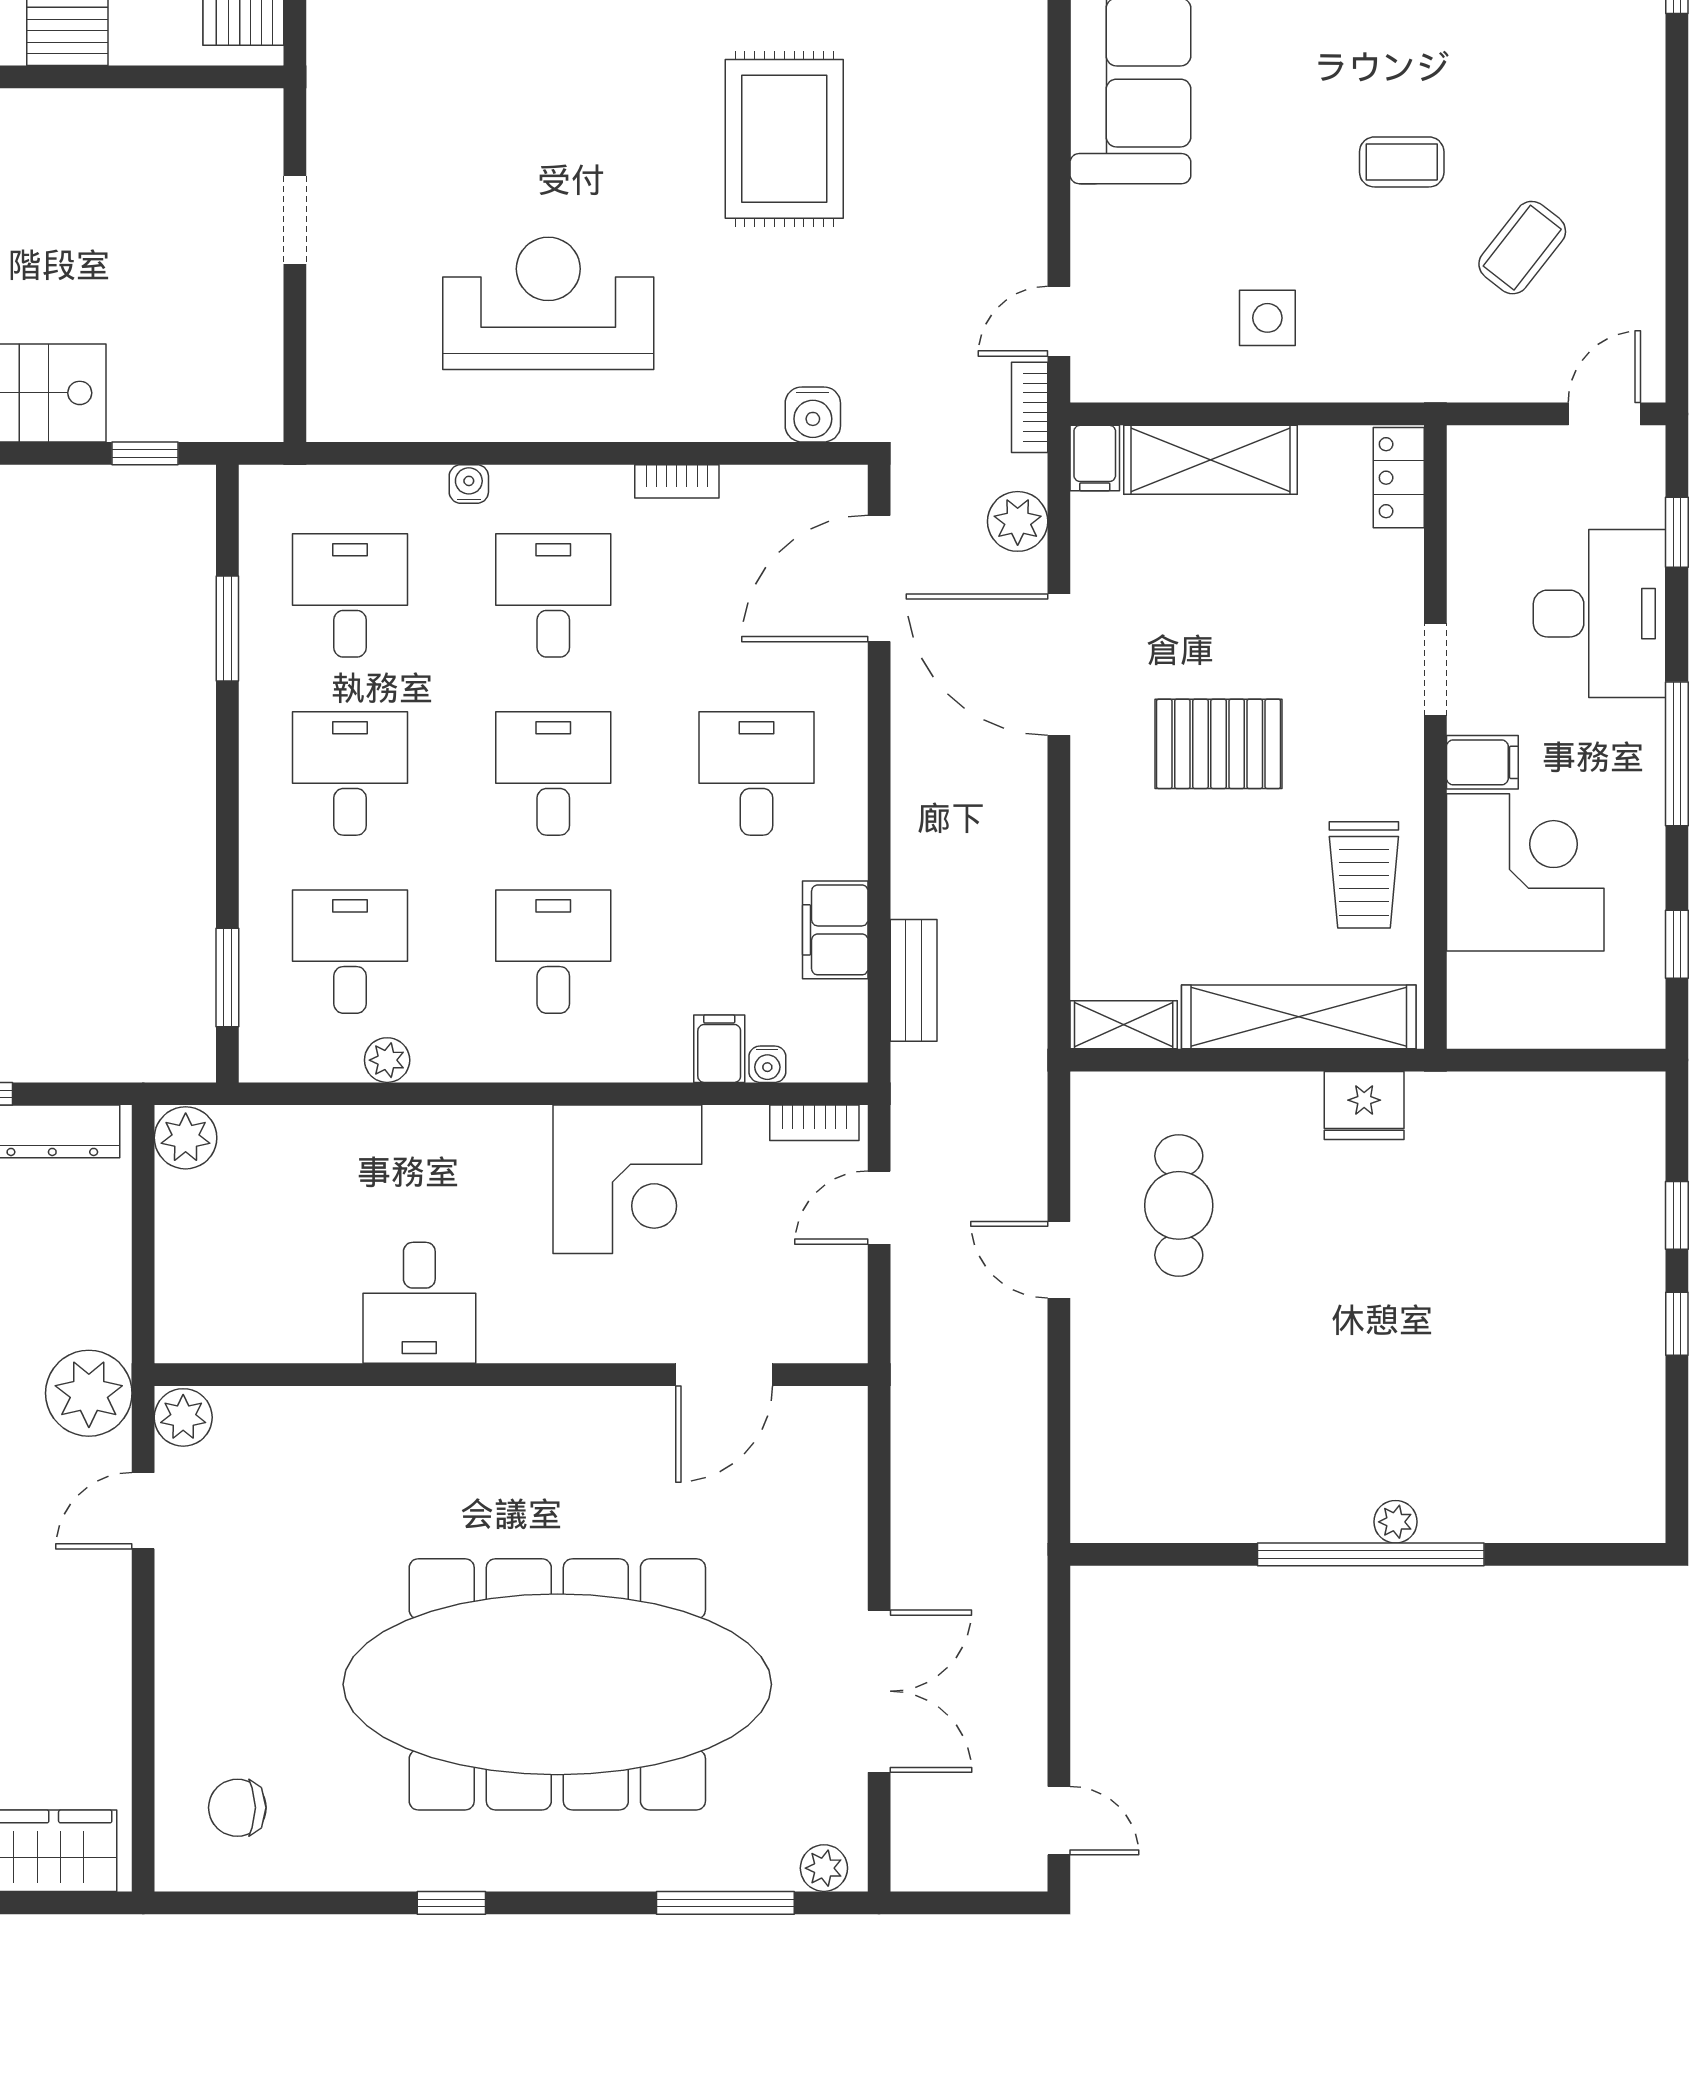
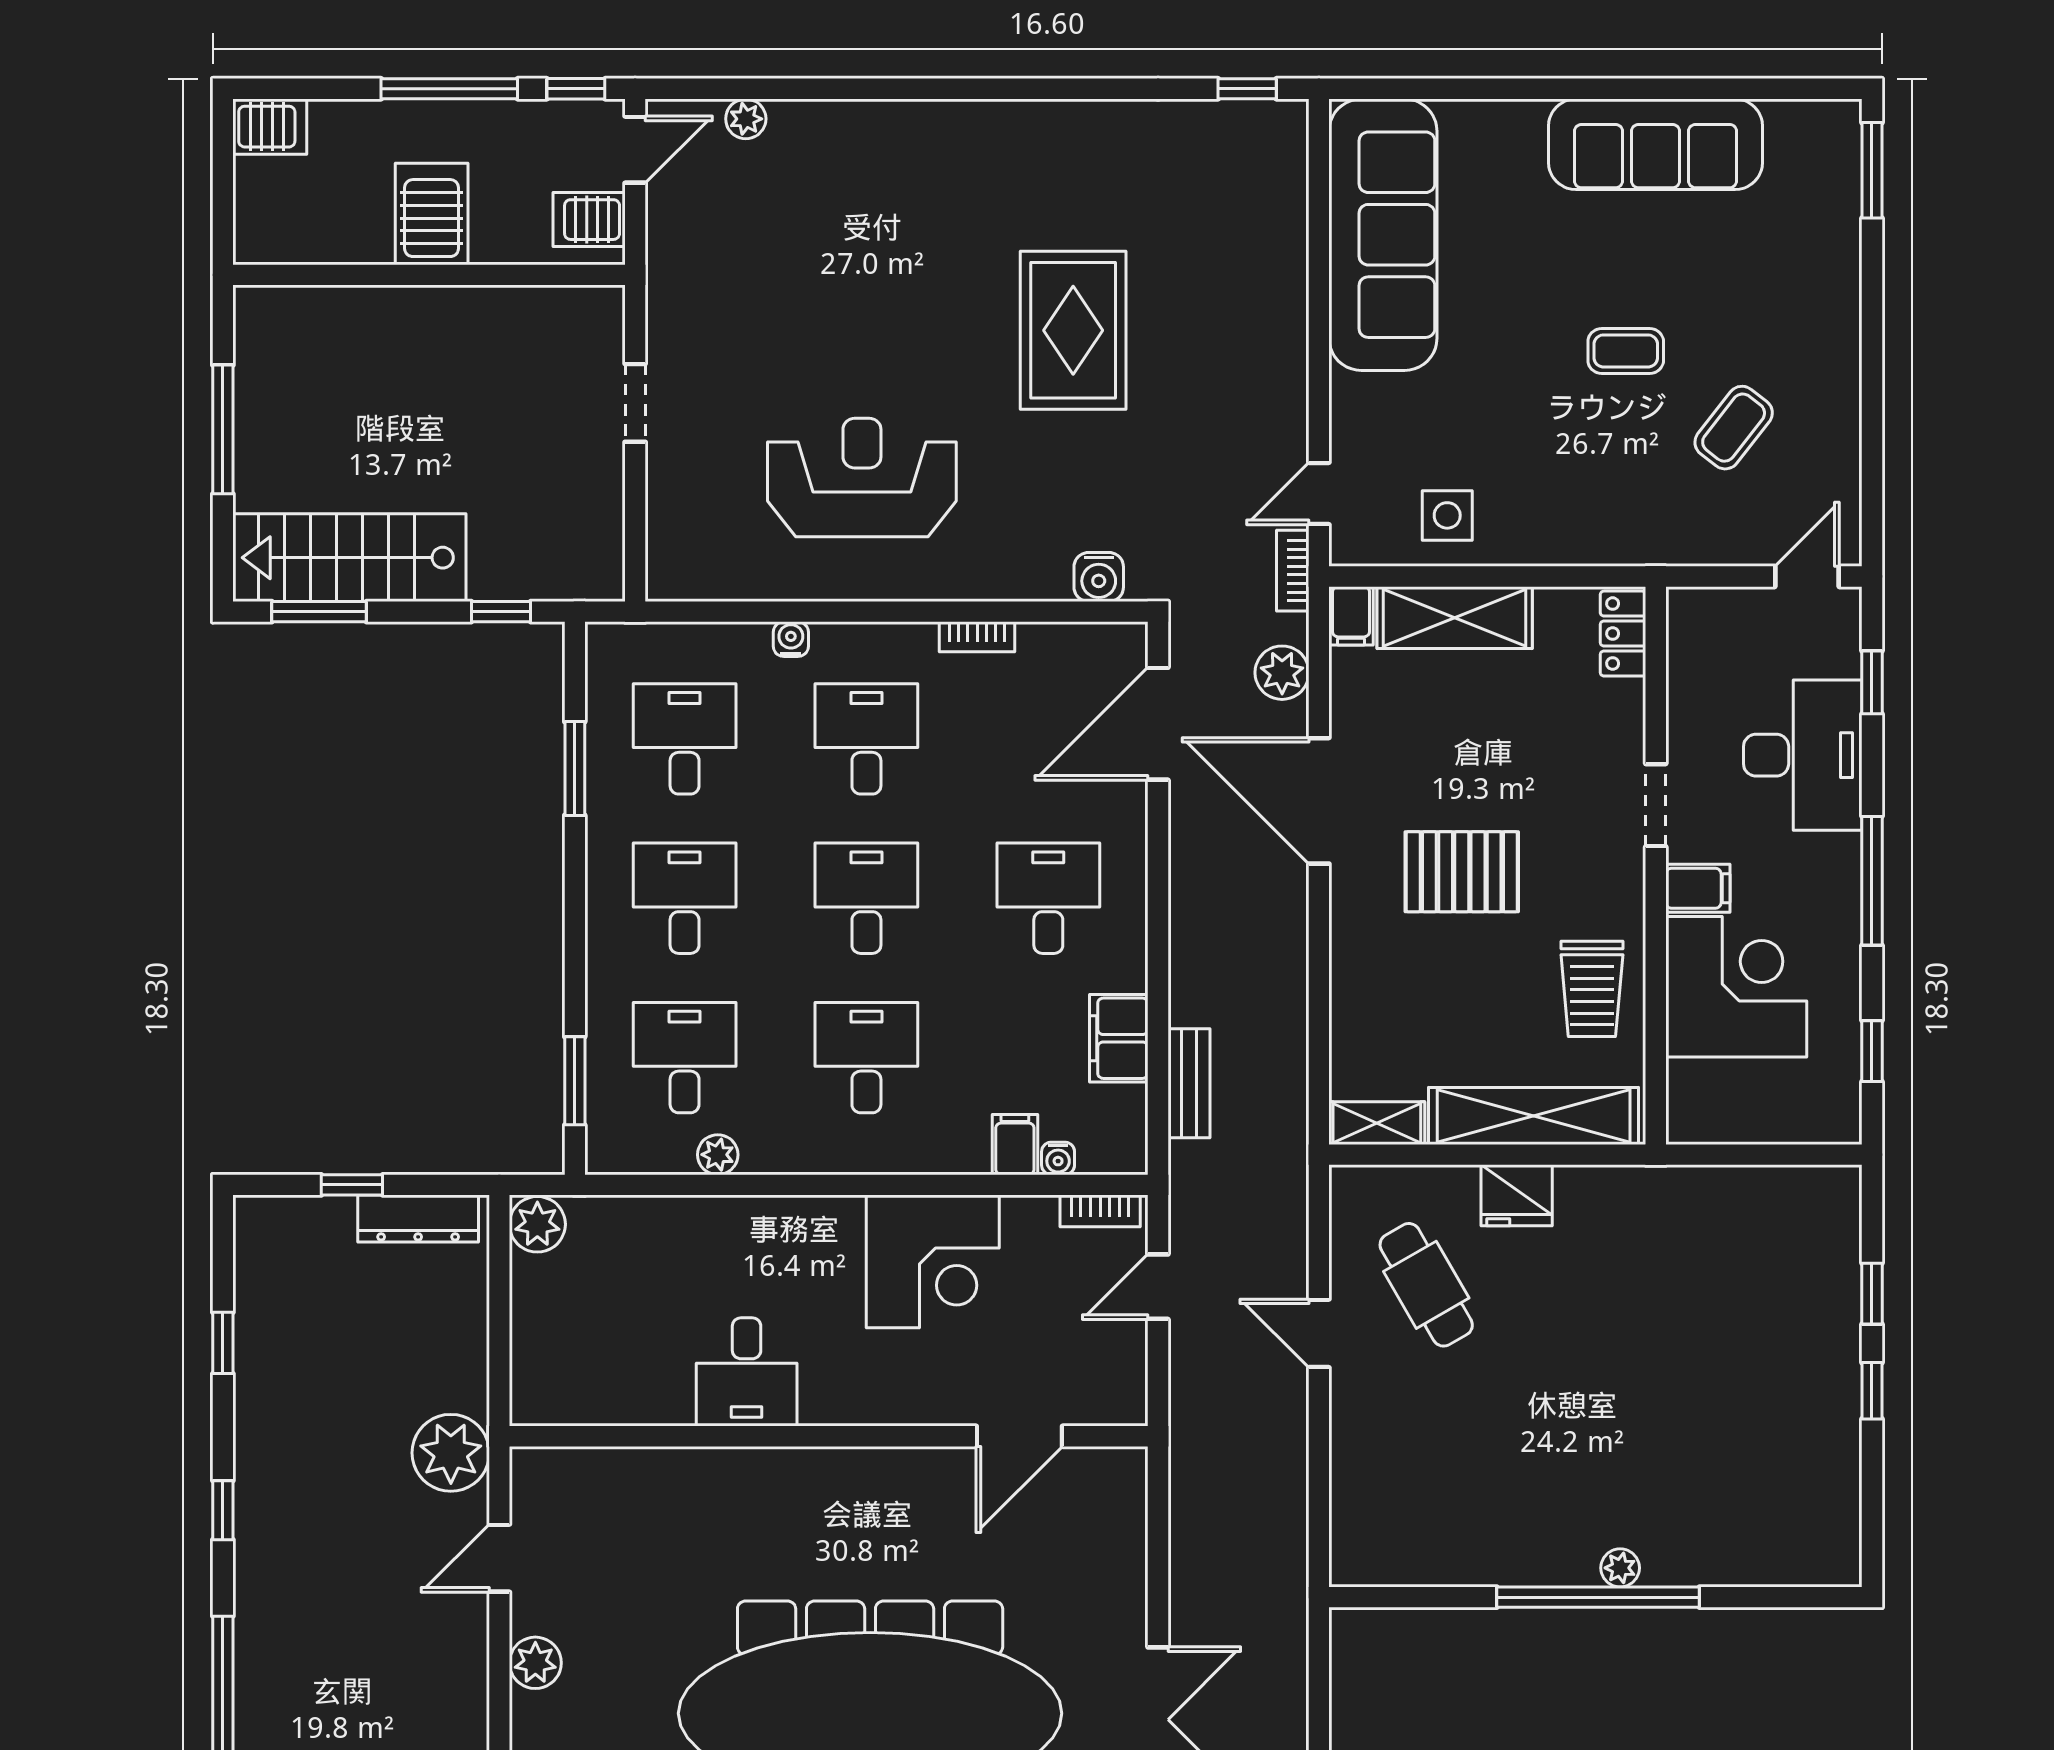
side table: (1267, 318) -> (1447, 515), moved
fridge: (1364, 1105) -> (1517, 1195), moved
cafe table: (1179, 1205) -> (1426, 1285), turned -30
plant: (183, 1417) -> (535, 1663), moved

